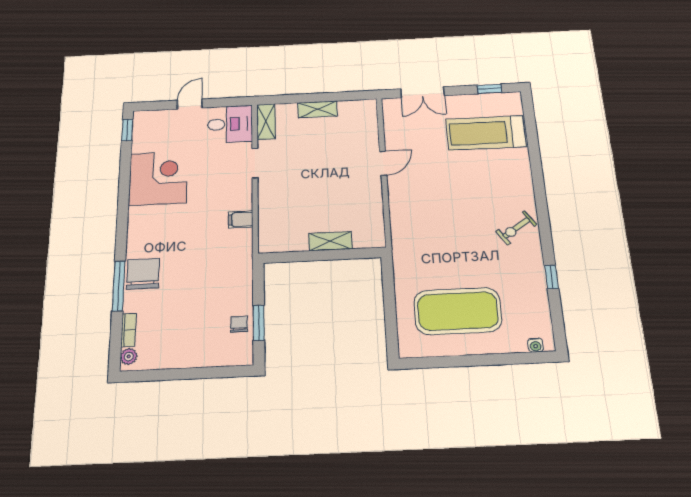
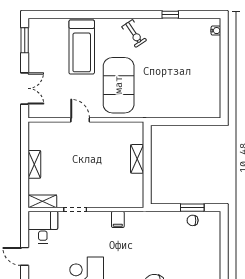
window: (489, 89) -> (25, 40), width x1.50
treadmill: (486, 133) -> (82, 47), moved
exercise mat: (458, 311) -> (119, 85), moved

